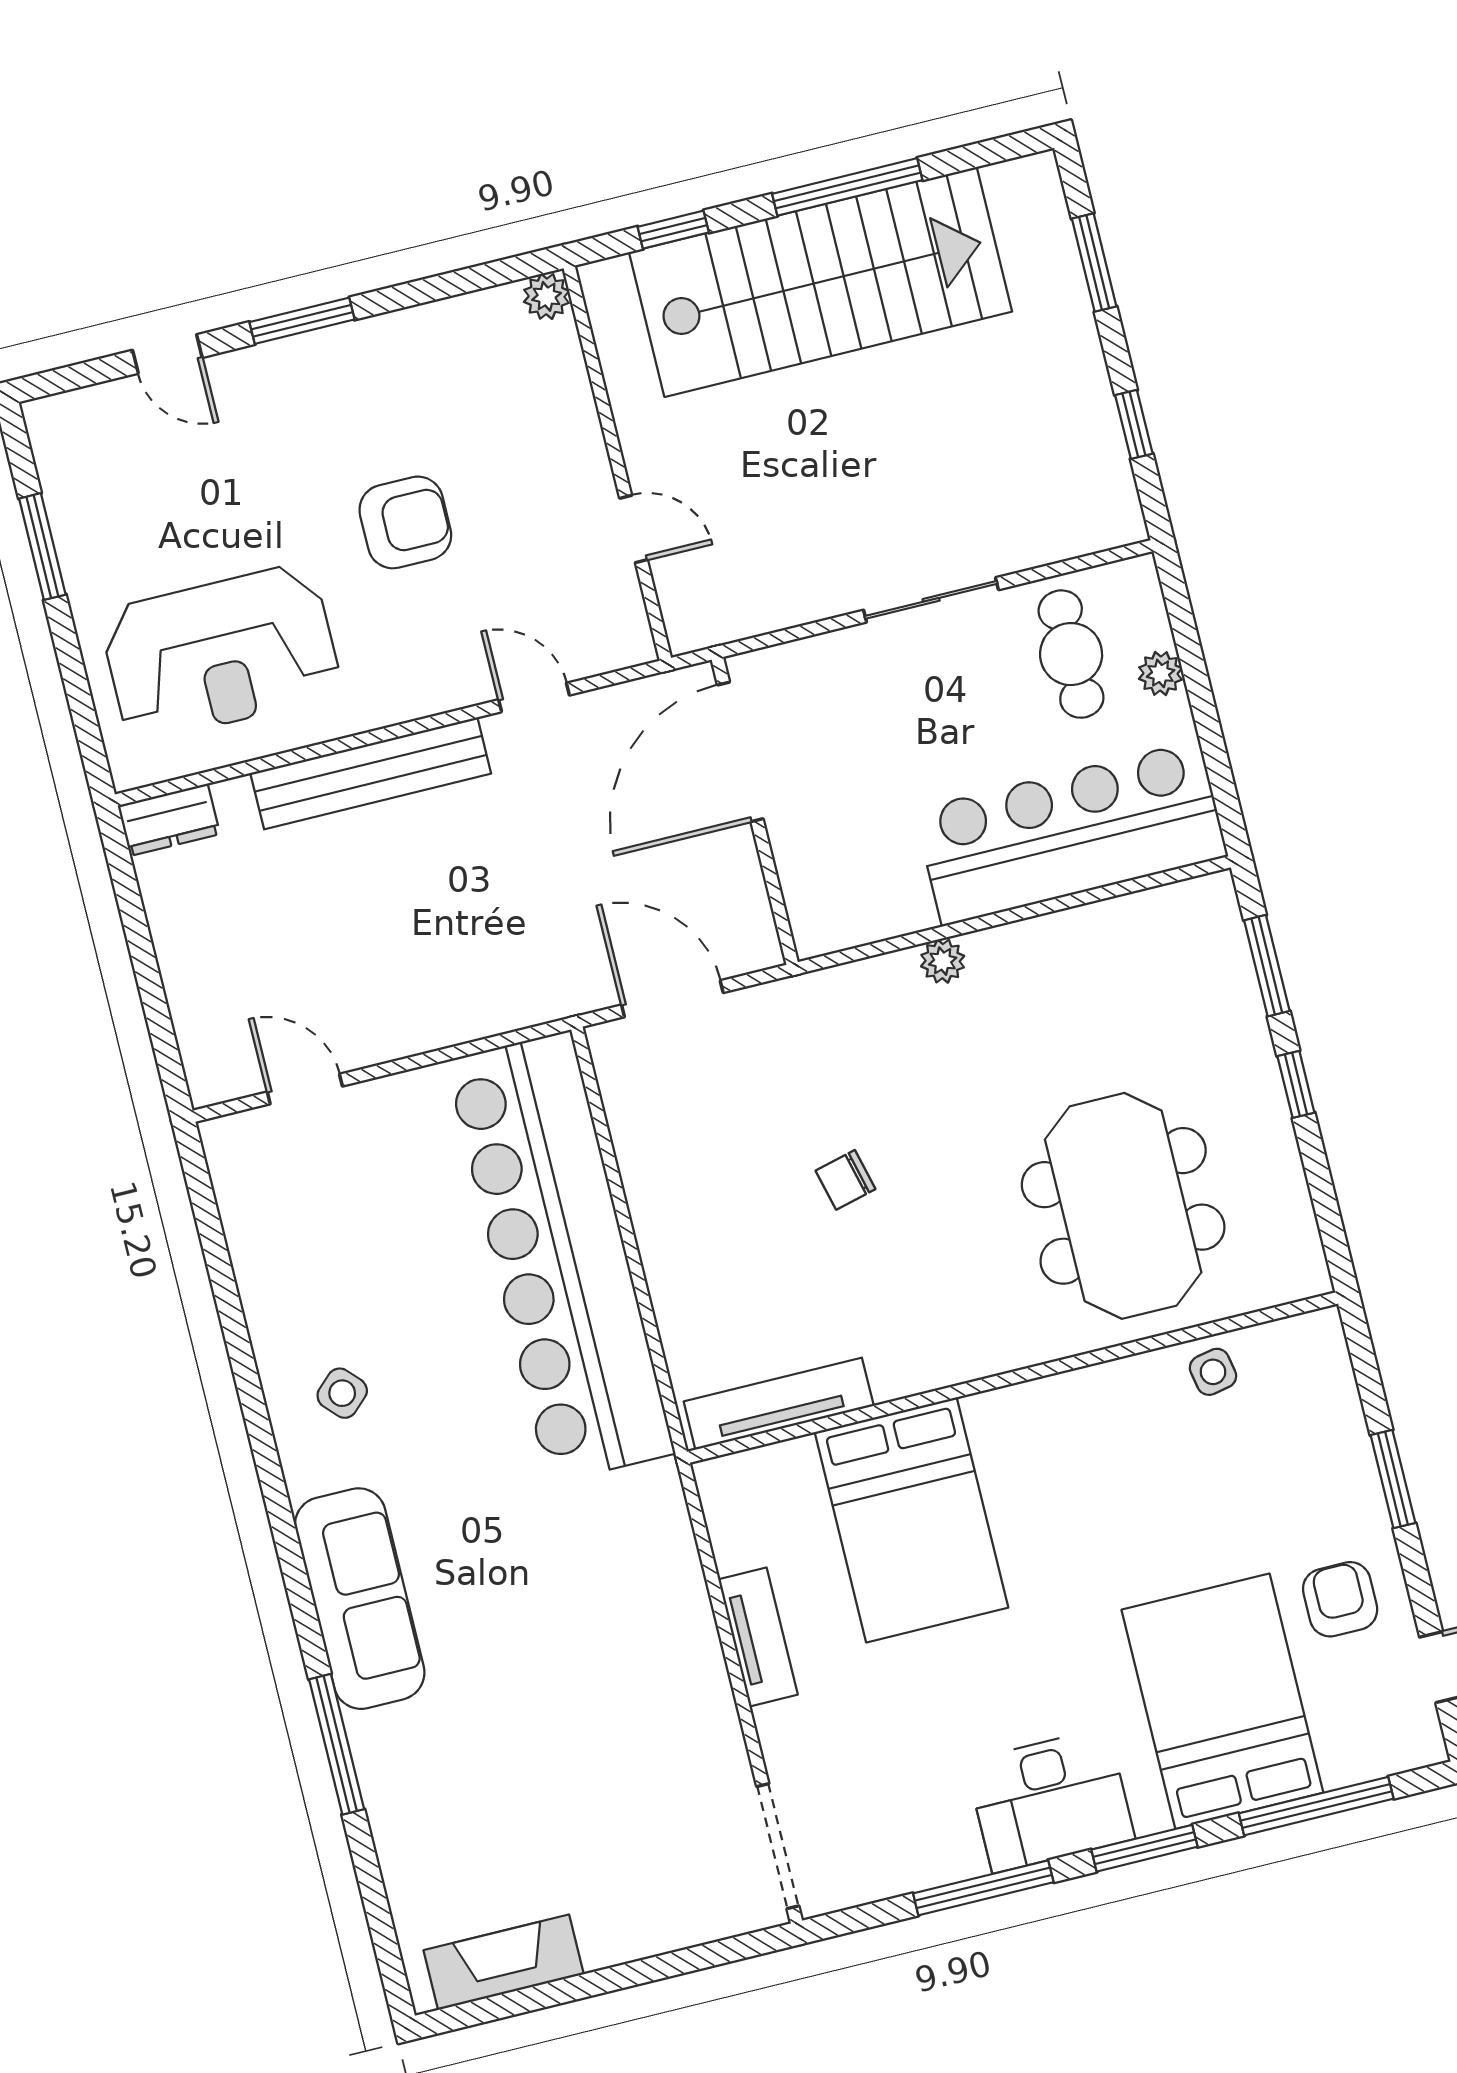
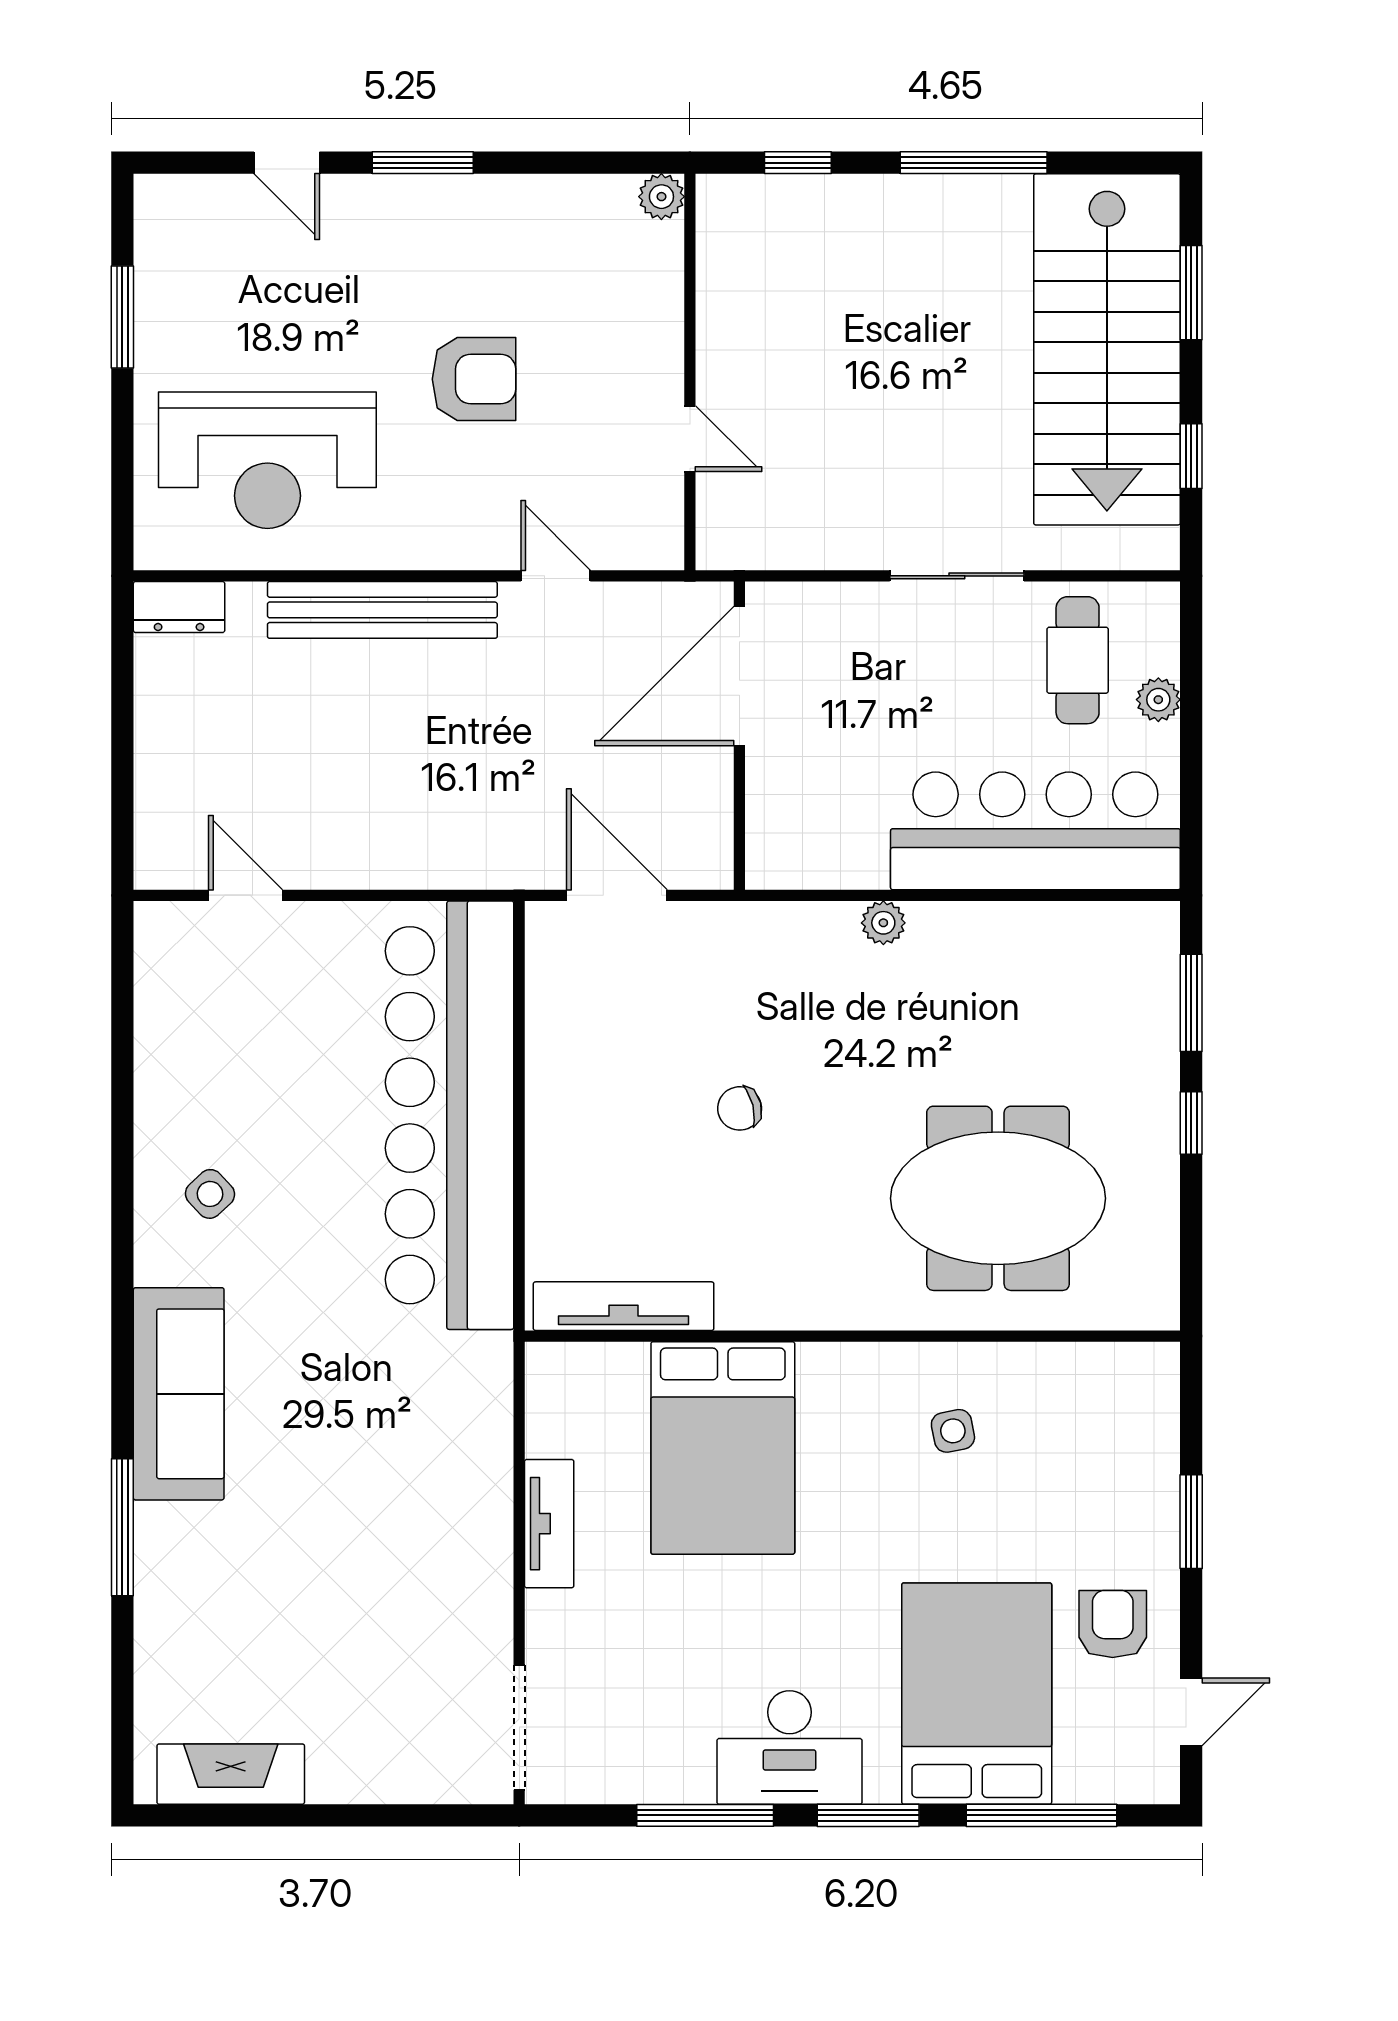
stairs: (821, 282) -> (1107, 349), moved, turned 90
meeting table: (1123, 1206) -> (998, 1198), turned 90
side table: (1213, 1372) -> (953, 1431), moved

